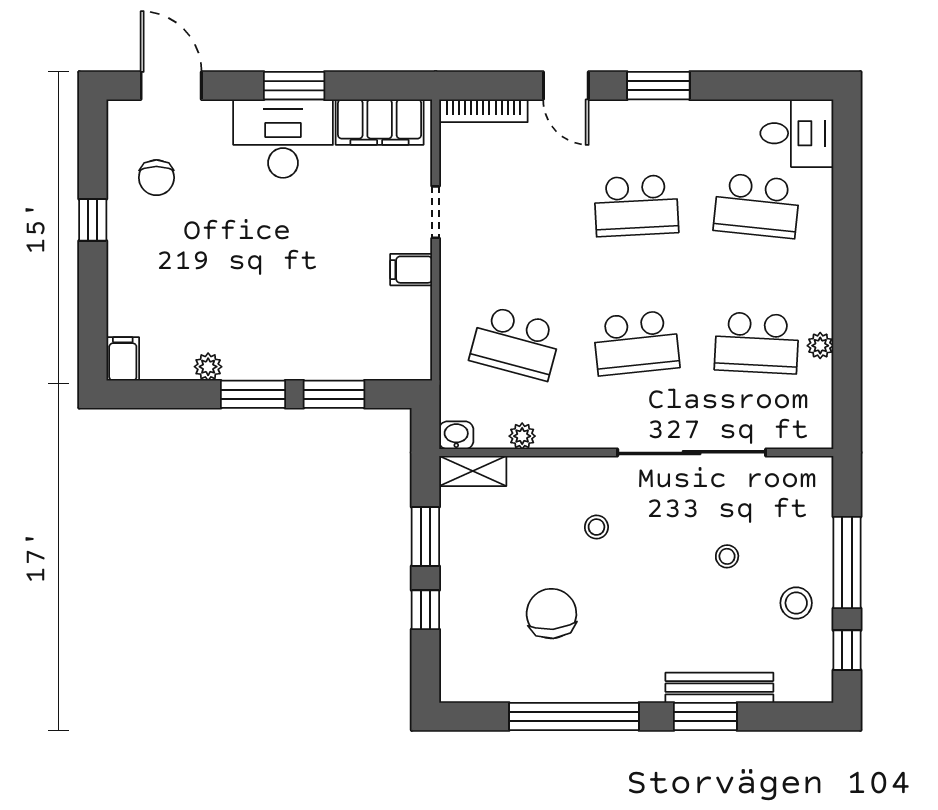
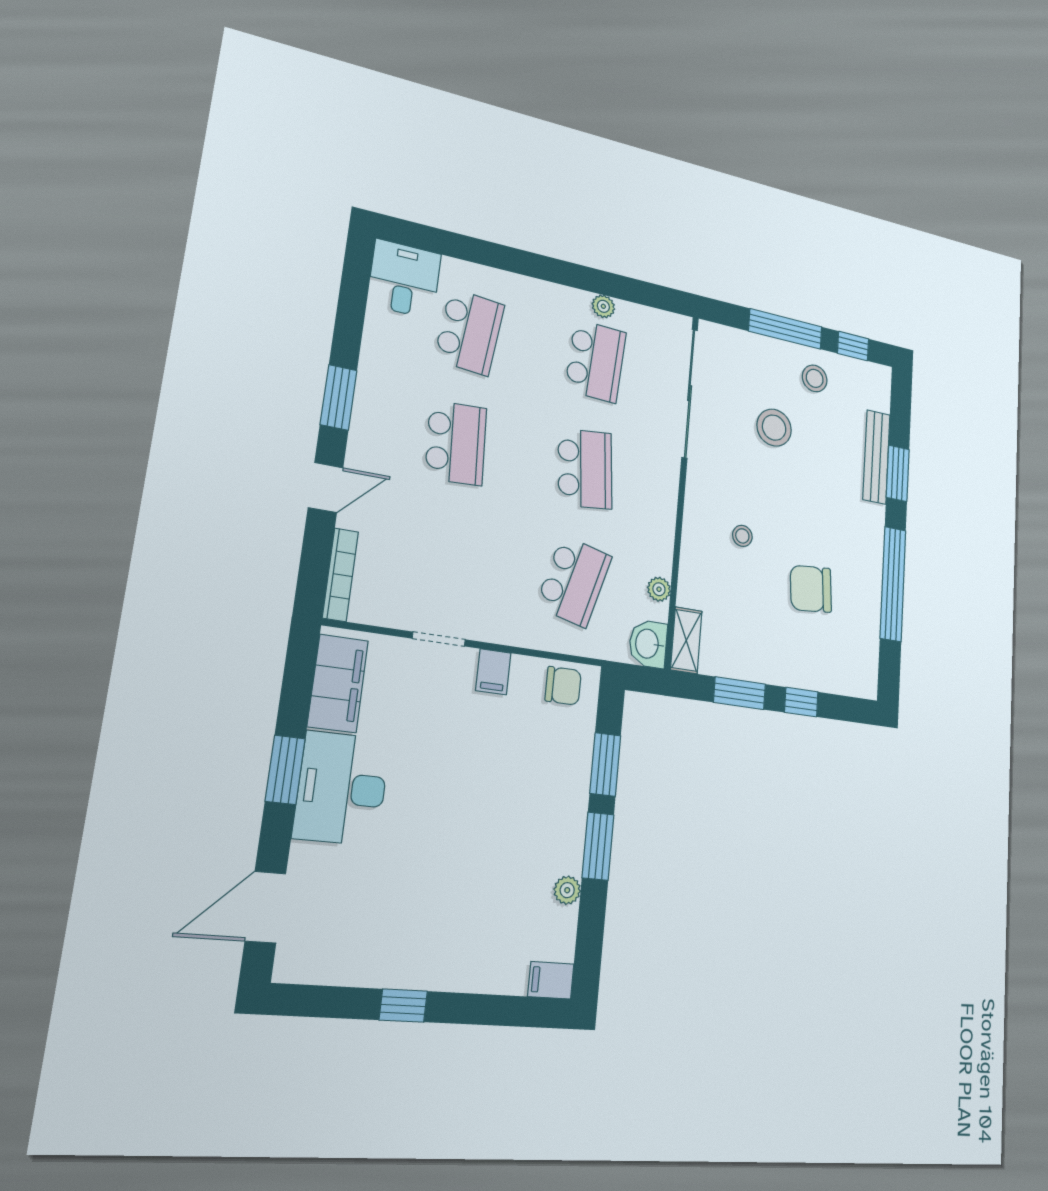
chair: (156, 178) -> (563, 686), moved
washbasin: (456, 435) -> (648, 644), width x1.38, depth x1.45
sliding door: (692, 453) -> (690, 393), moved
stool: (727, 556) -> (774, 428), width x1.89, depth x1.89

